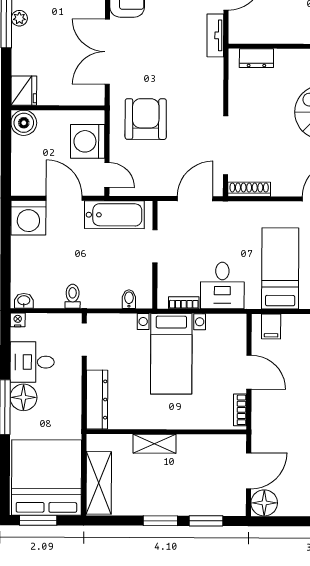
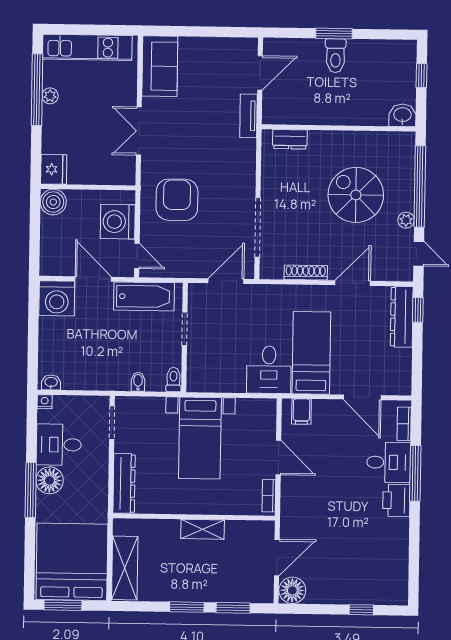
double door: (107, 52) -> (139, 131), width x0.73
shoe rack: (249, 189) -> (306, 273), moved
desk: (222, 286) -> (269, 370), moved
toilet: (73, 296) -> (173, 380), moved
bidet: (129, 299) -> (138, 382), moved
bookcase: (184, 303) -> (213, 386), removed
shelving: (154, 444) -> (203, 529), moved

